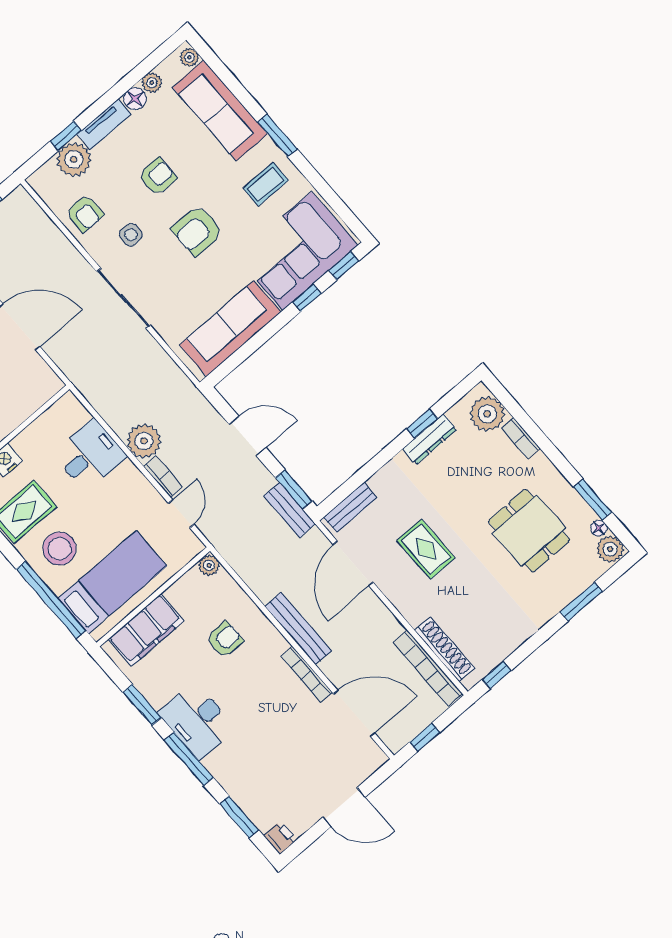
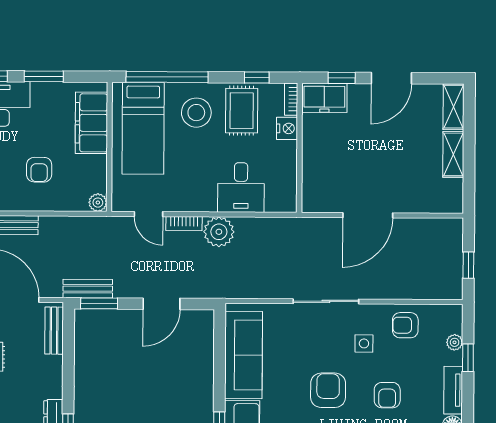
plant: (74, 160) -> (455, 342), width x0.53, depth x0.53

